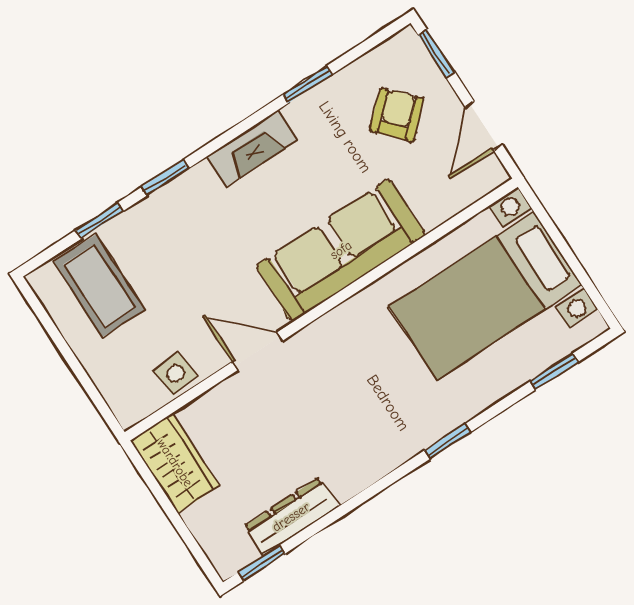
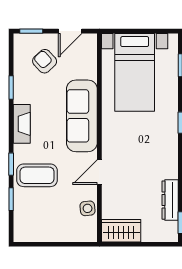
door: (484, 126) -> (70, 31), hinge flipped
coffee table: (99, 286) -> (37, 175), moved

